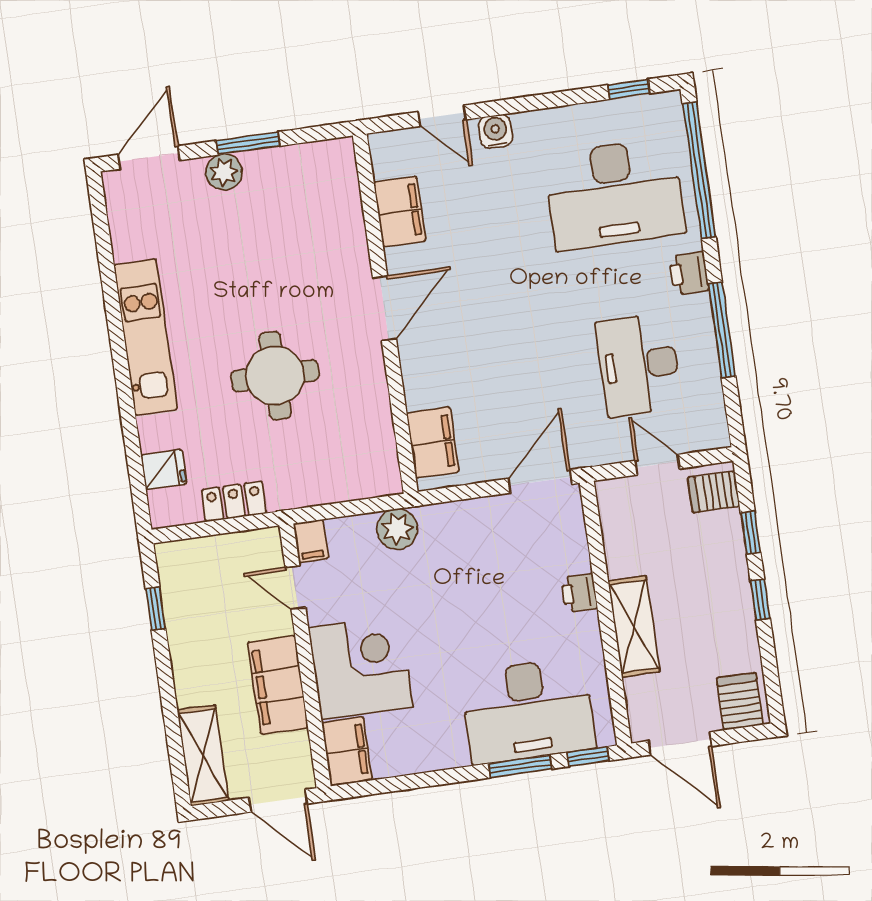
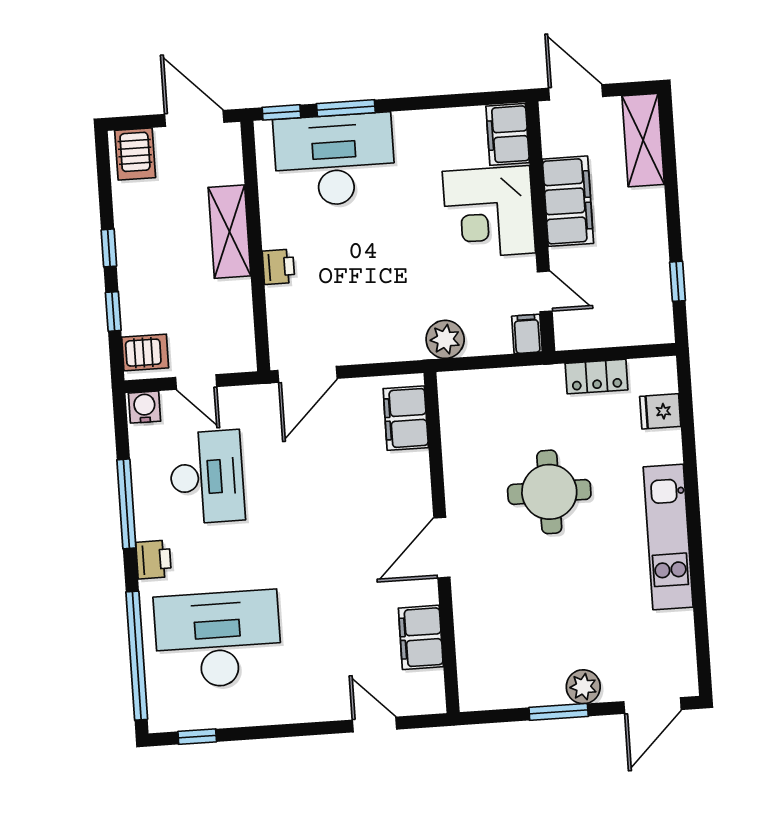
water cooler: (496, 131) -> (145, 407), moved, turned 180

